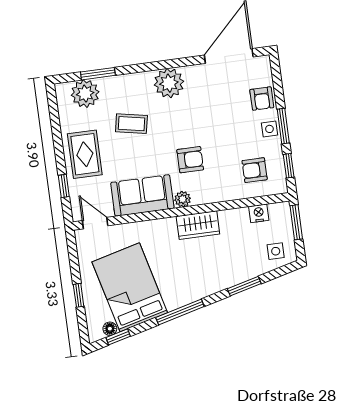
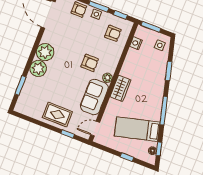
plant: (85, 94) -> (38, 68), moved
coffee table: (131, 124) -> (55, 82), removed
armchair: (190, 160) -> (90, 63), turned 90
armchair: (255, 170) -> (113, 33), turned -90
wardrobe: (198, 225) -> (120, 88), moved
bed: (130, 287) -> (137, 129), width x0.67

